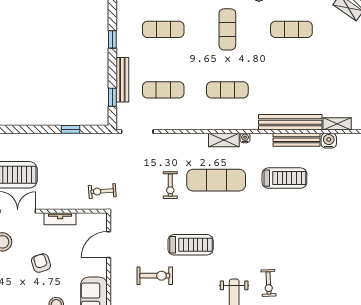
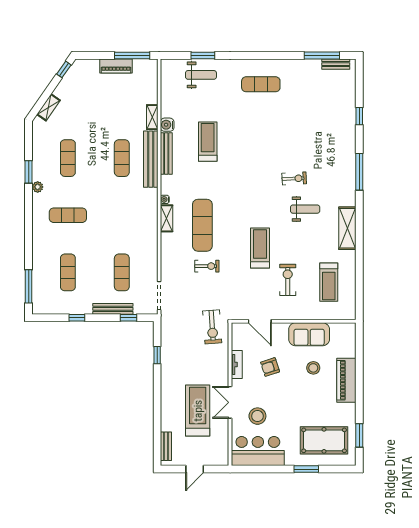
exercise mat: (227, 90) -> (122, 158), moved
treadmill: (284, 178) -> (208, 142), moved
exercise bike: (102, 191) -> (212, 327), width x1.38, depth x1.39
armchair: (41, 263) -> (270, 367), moved

